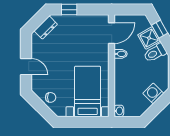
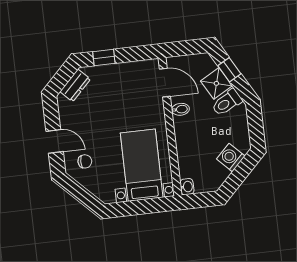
door: (112, 33) -> (165, 83), hinge flipped
chair: (51, 97) -> (85, 161), moved

